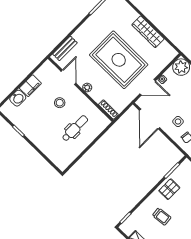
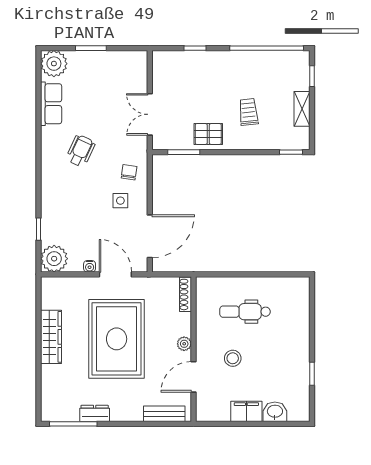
dresser: (95, 18) -> (95, 413), added

